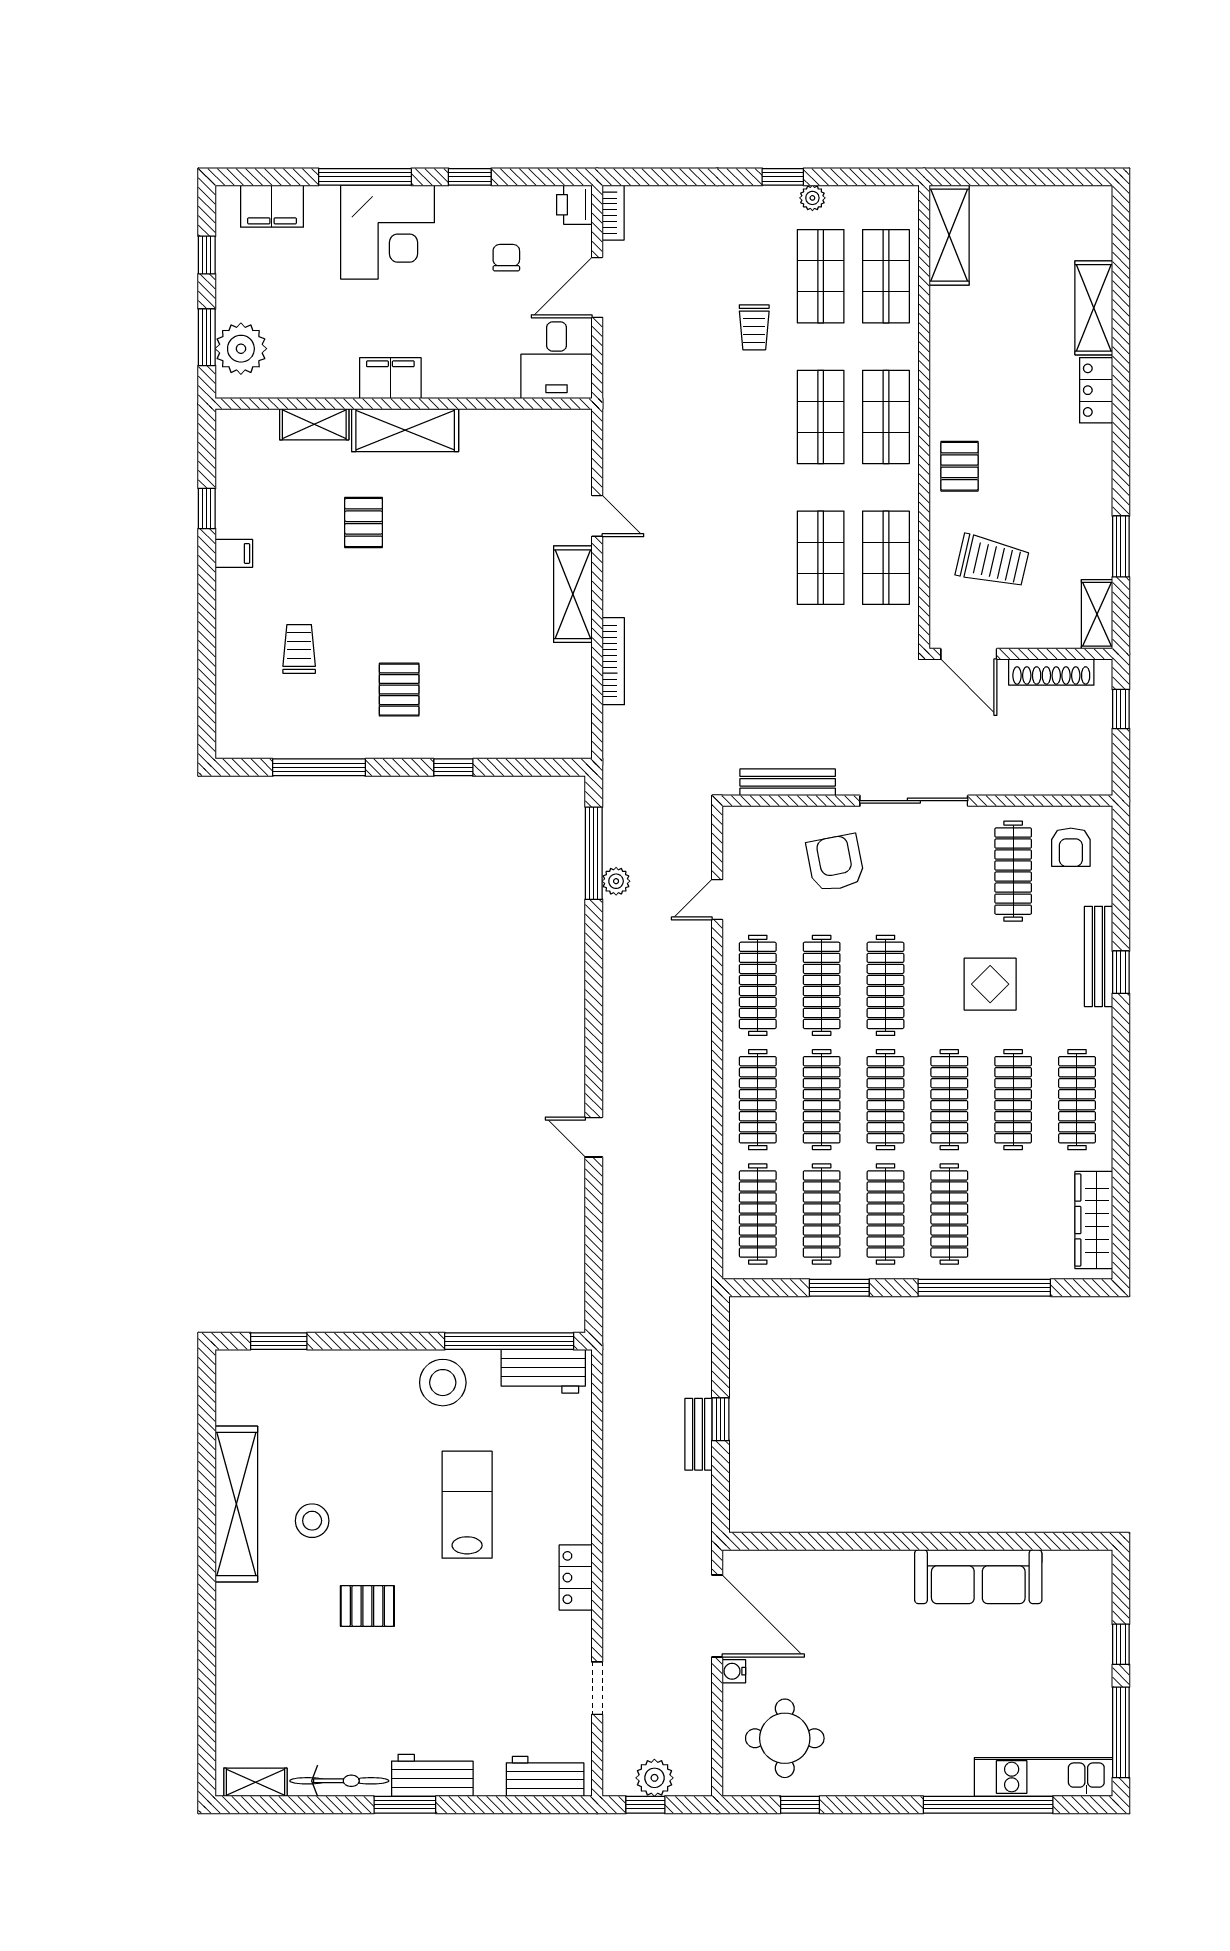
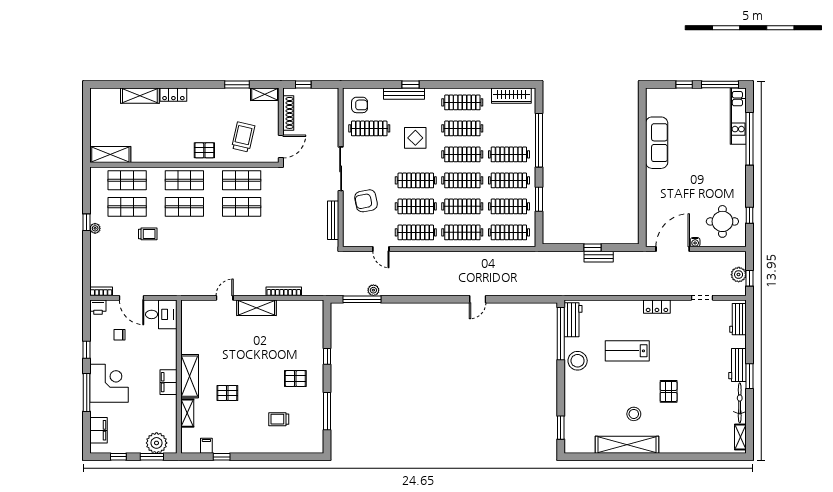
plant: (812, 198) -> (95, 228), moved
filing cabinet: (234, 553) -> (206, 446), moved

